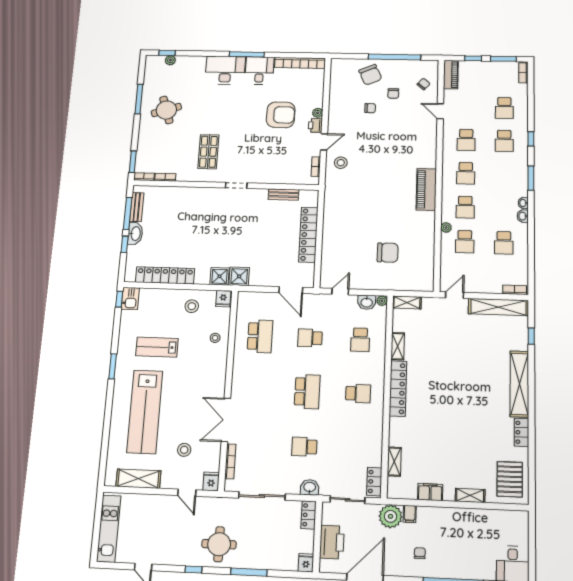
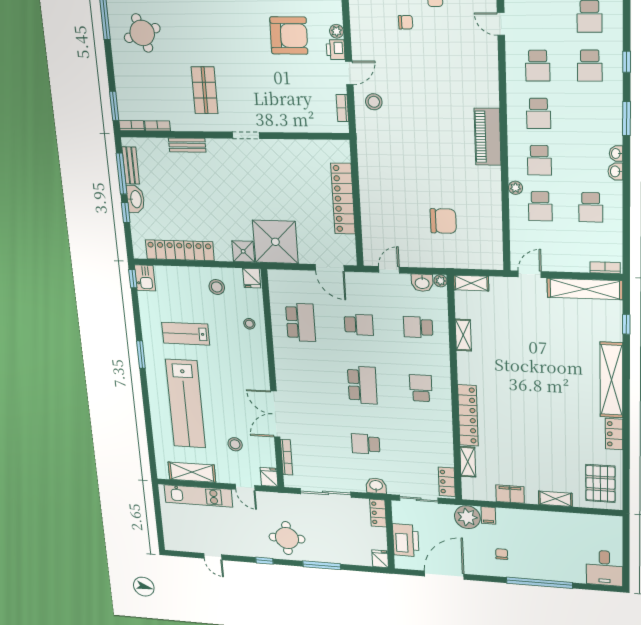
bench: (283, 195) -> (187, 145), moved
shower: (239, 276) -> (275, 242), width x1.86, depth x1.86
school desk: (310, 338) -> (359, 325), turned 180
school desk: (360, 340) -> (418, 327), turned 90
locker: (398, 388) -> (468, 415), moved
school desk: (358, 394) -> (421, 388), turned -90
kitchen unit: (109, 529) -> (198, 496), moved, turned 90

